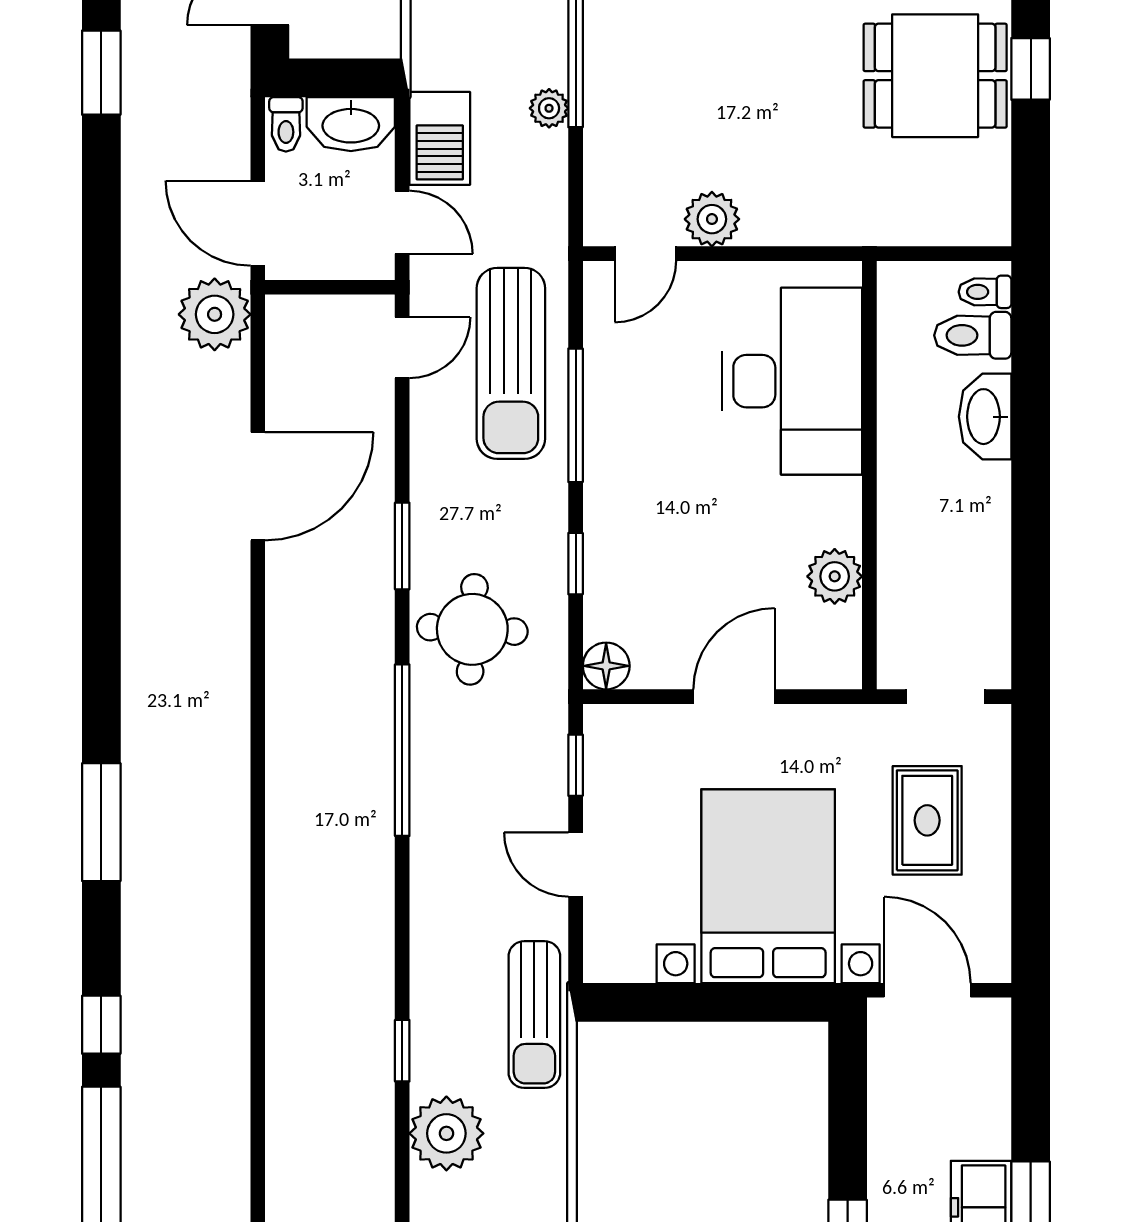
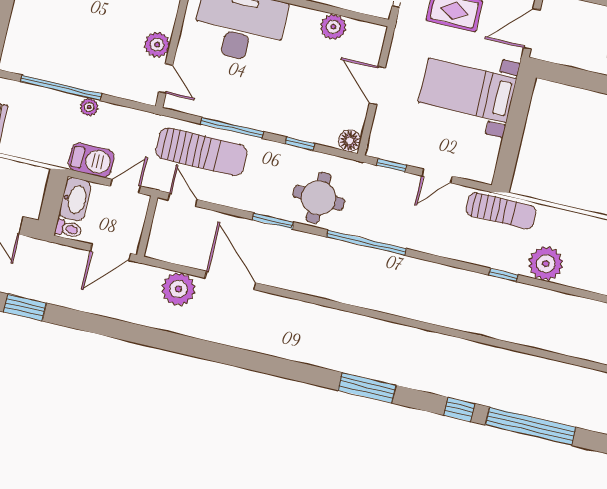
plant: (215, 314) -> (178, 289), moved
bed with nightstands: (768, 886) -> (467, 90), width x0.73

